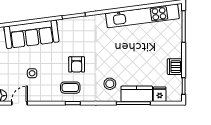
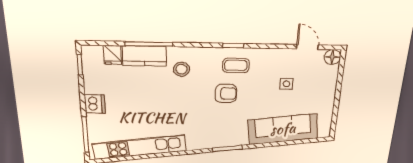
armchair: (77, 64) -> (226, 93), turned 90
dishwasher: (175, 67) -> (95, 104), moved
door: (19, 103) -> (307, 47), swing flipped

